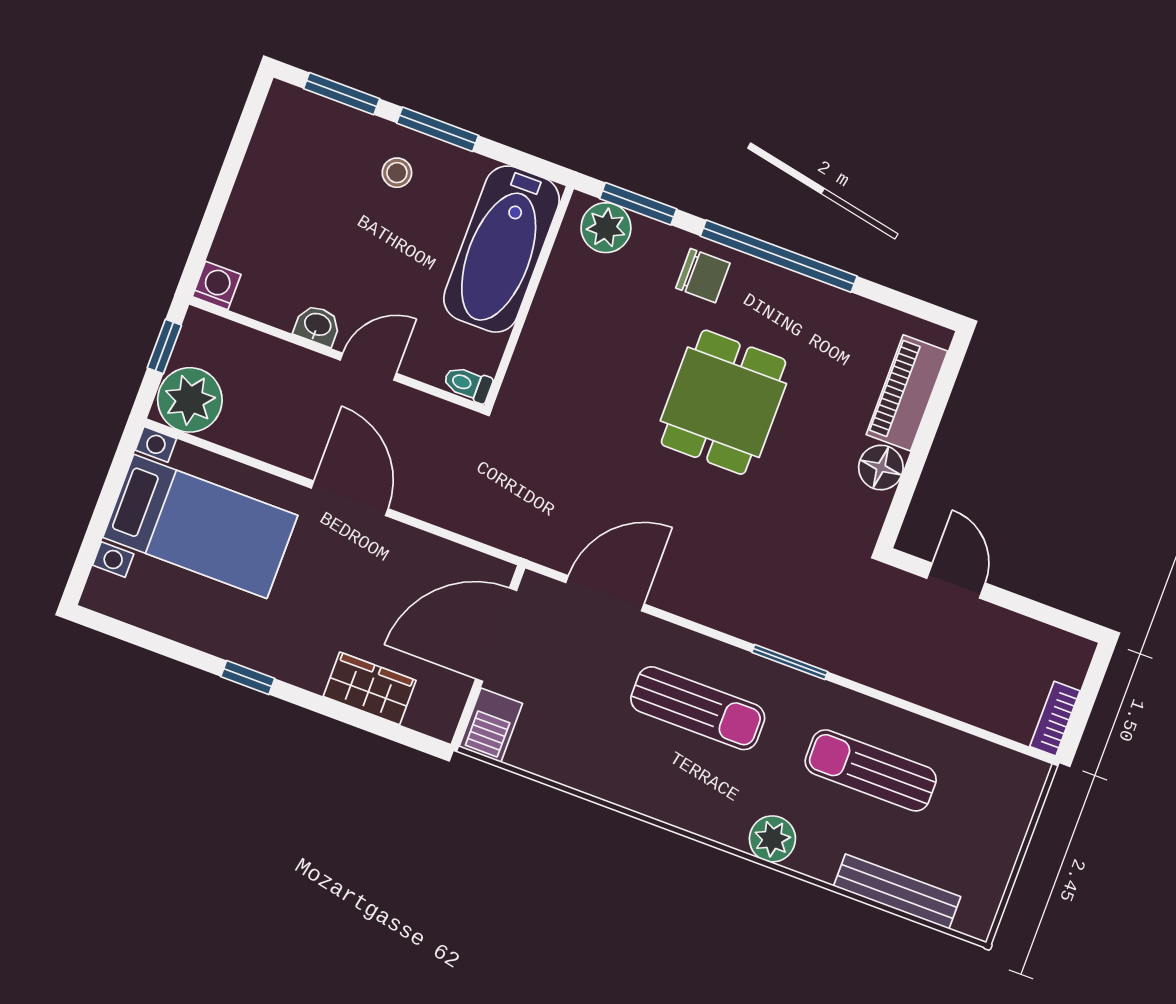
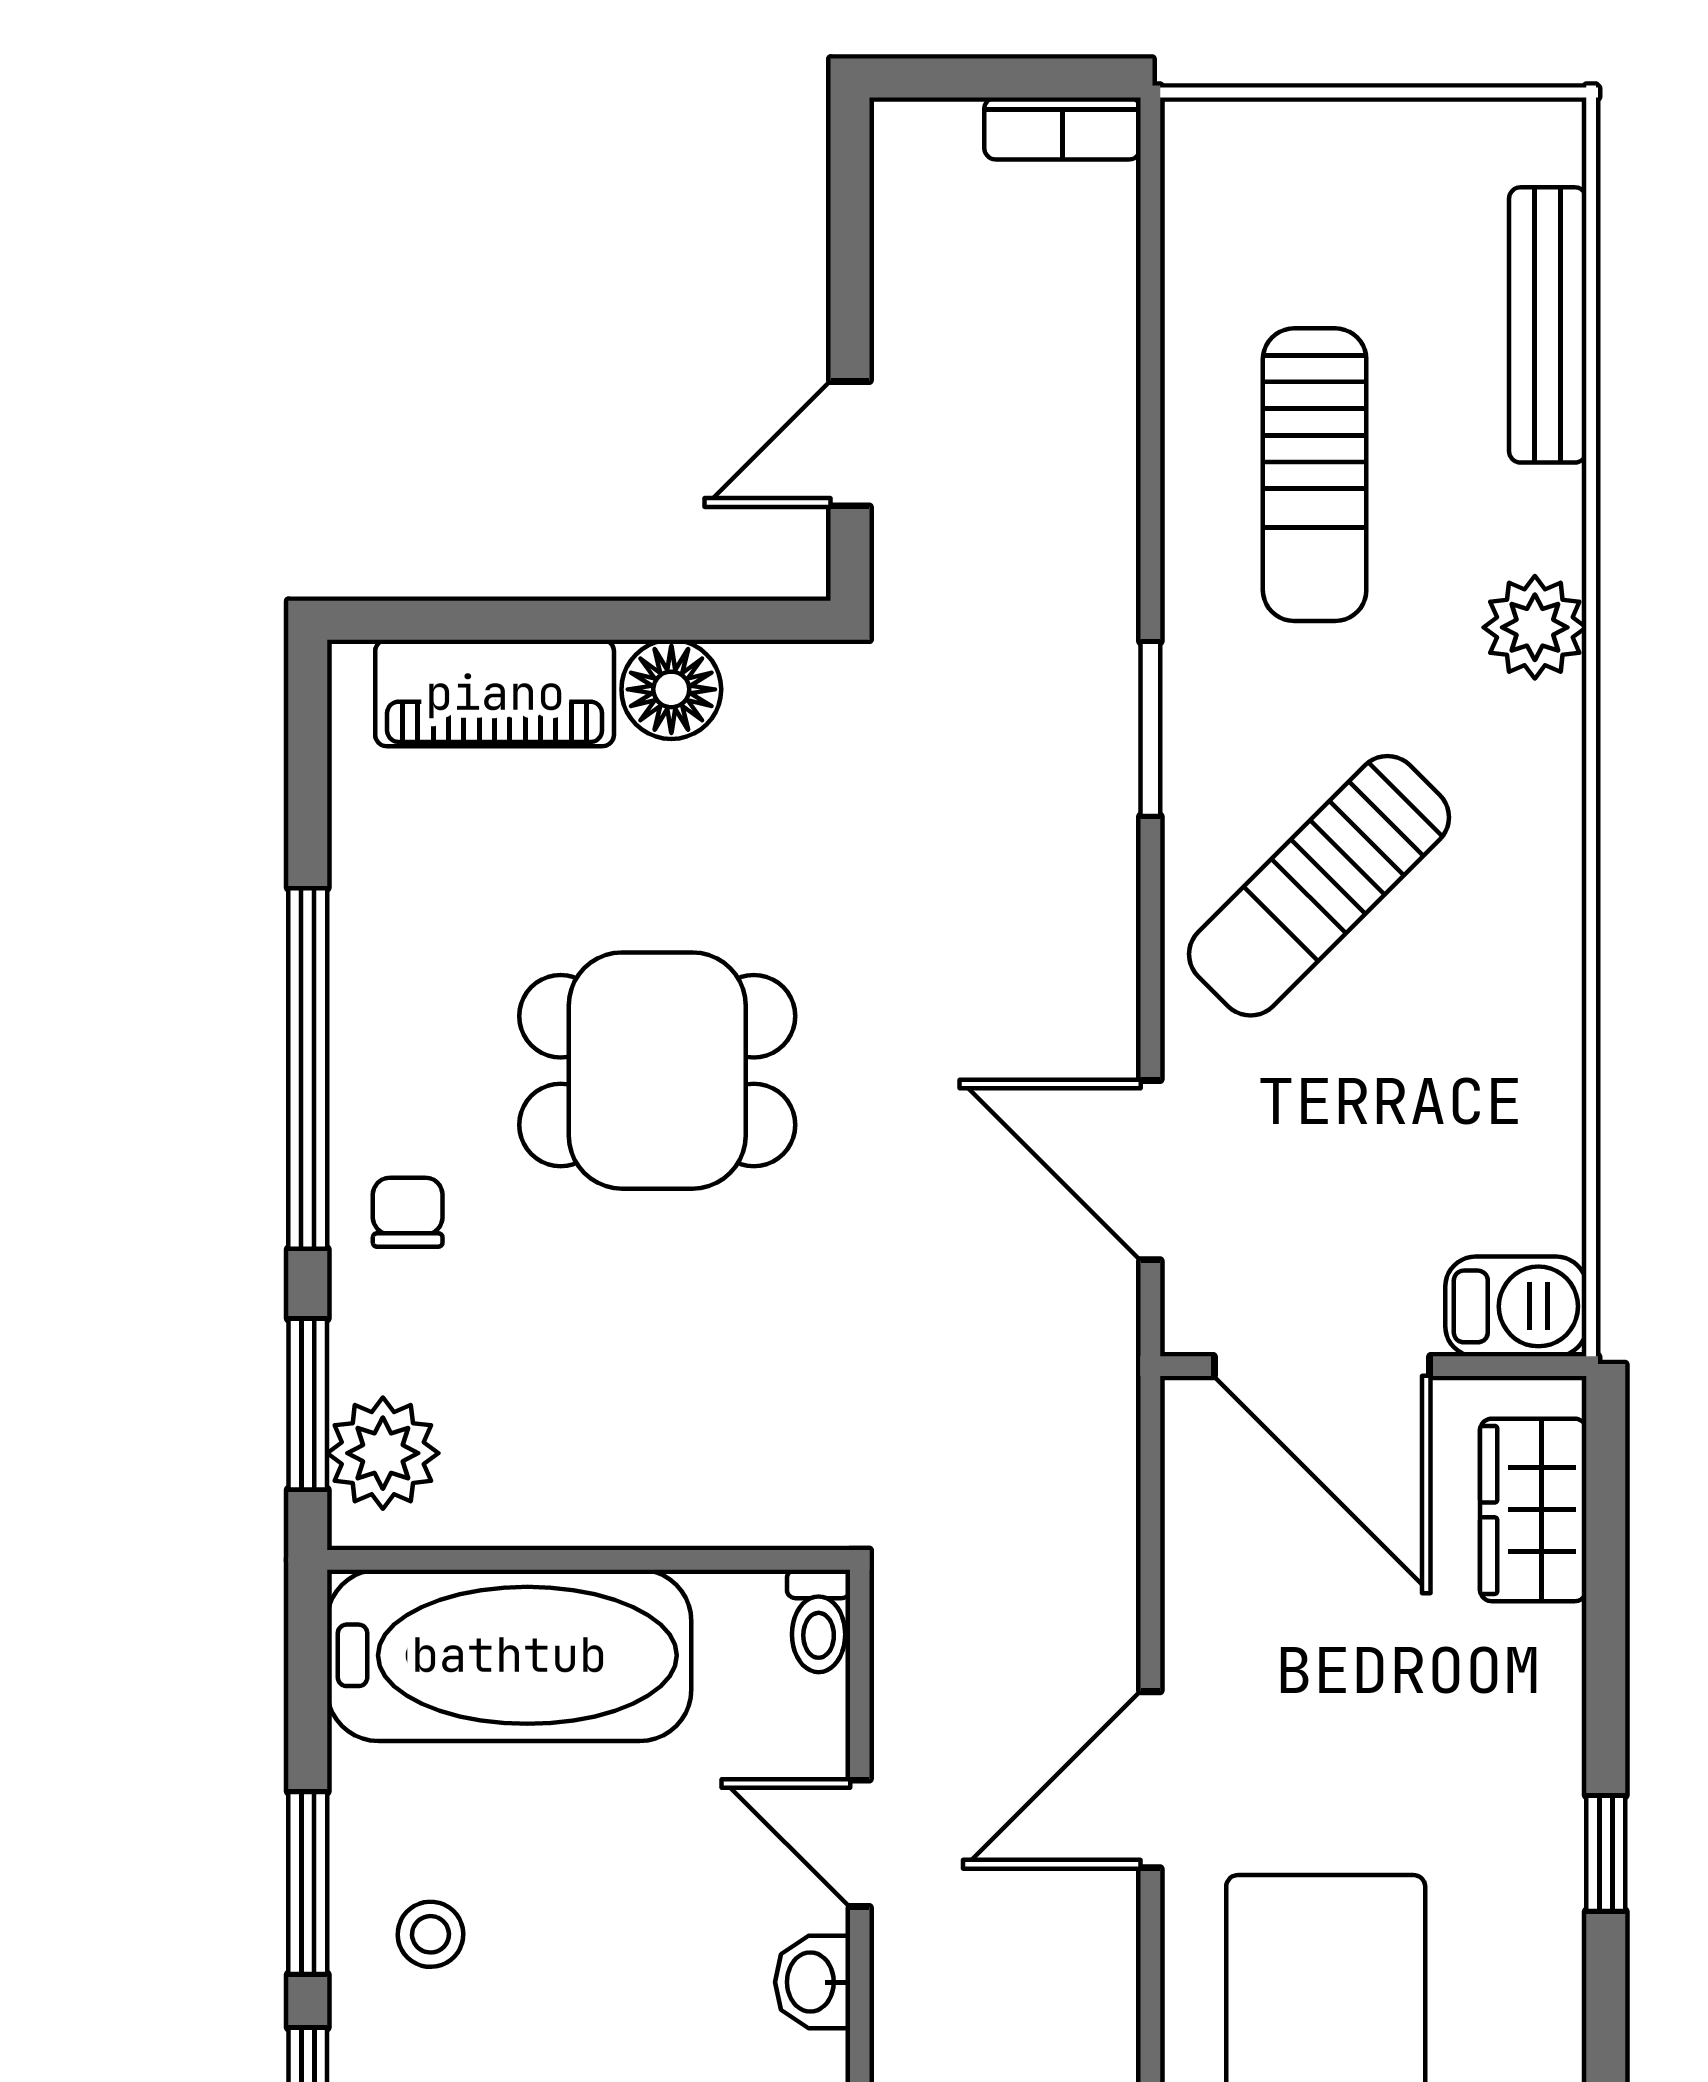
chair: (703, 276) -> (408, 1212), width x0.73, depth x0.73
wardrobe: (370, 688) -> (1533, 1510), moved
sun lounger: (698, 708) -> (1319, 886), turned -135

